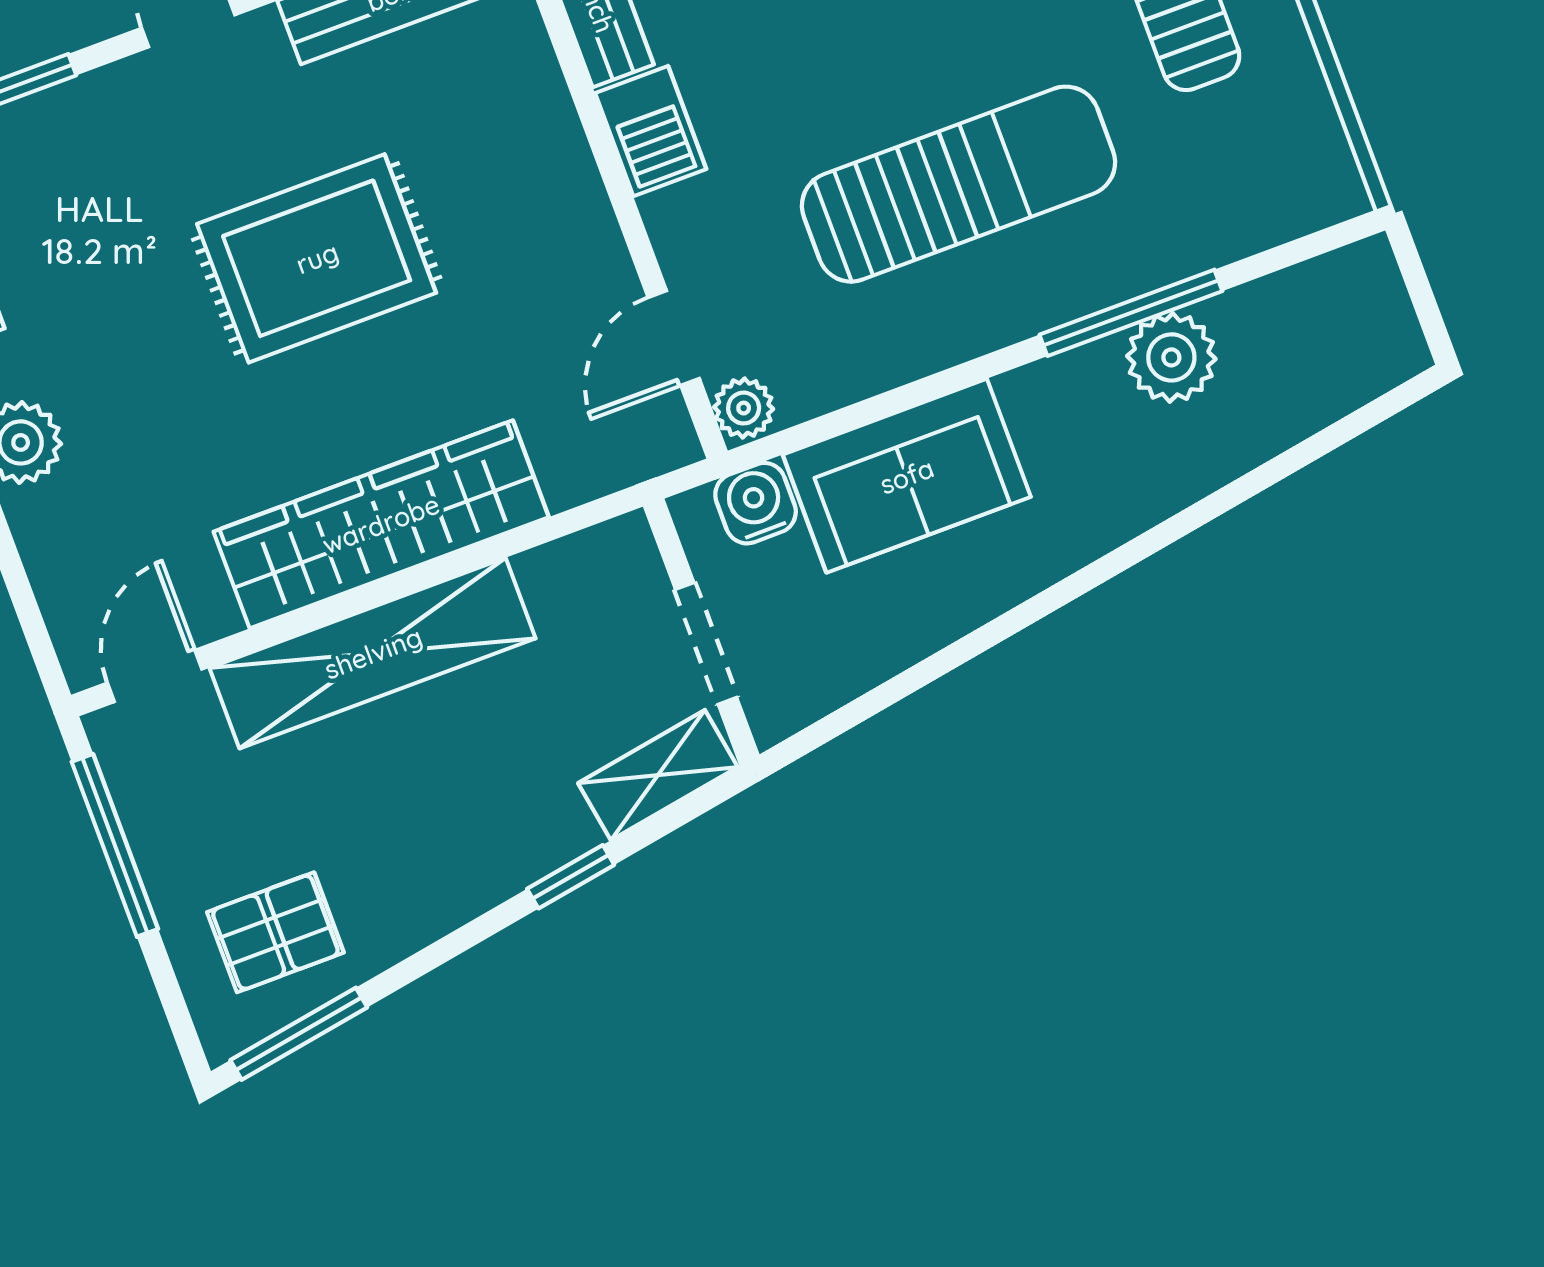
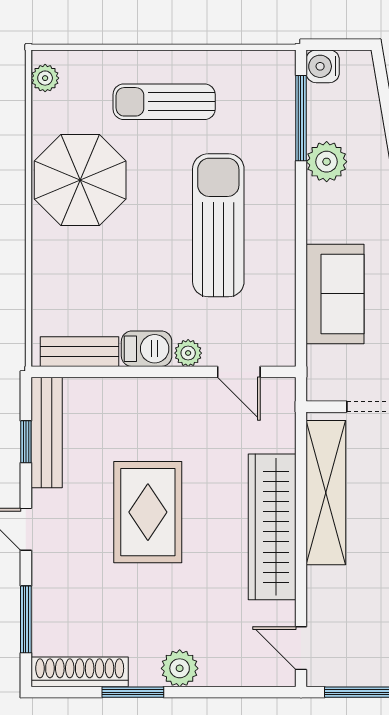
window: (1131, 313) -> (301, 118), moved
plant: (744, 408) -> (188, 353), moved
water cooler: (756, 503) -> (323, 66), moved
shelving: (373, 653) -> (326, 493), moved

